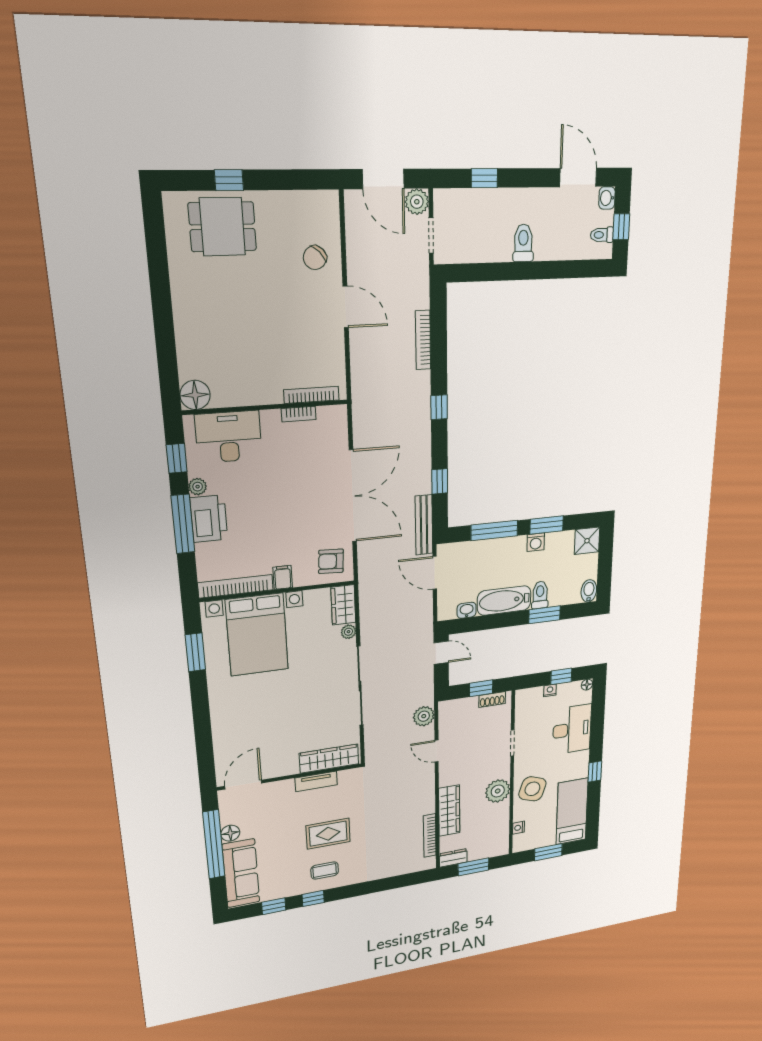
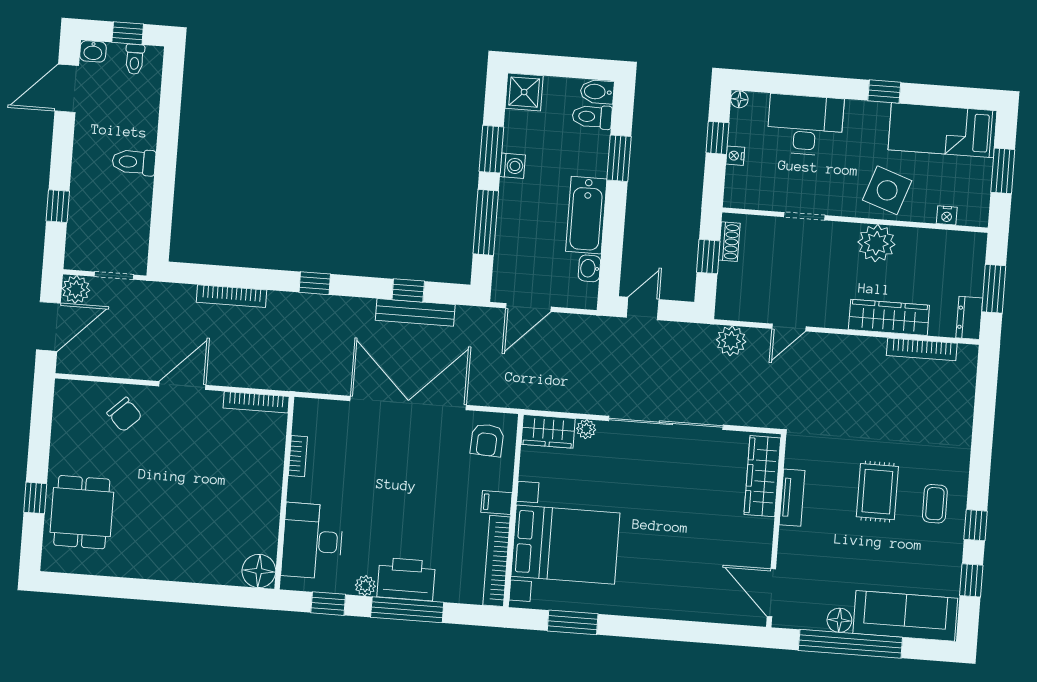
bookcase: (311, 395) -> (256, 402), moved, turned -90
bench: (424, 525) -> (415, 312), moved
toilet: (540, 595) -> (592, 117), moved

